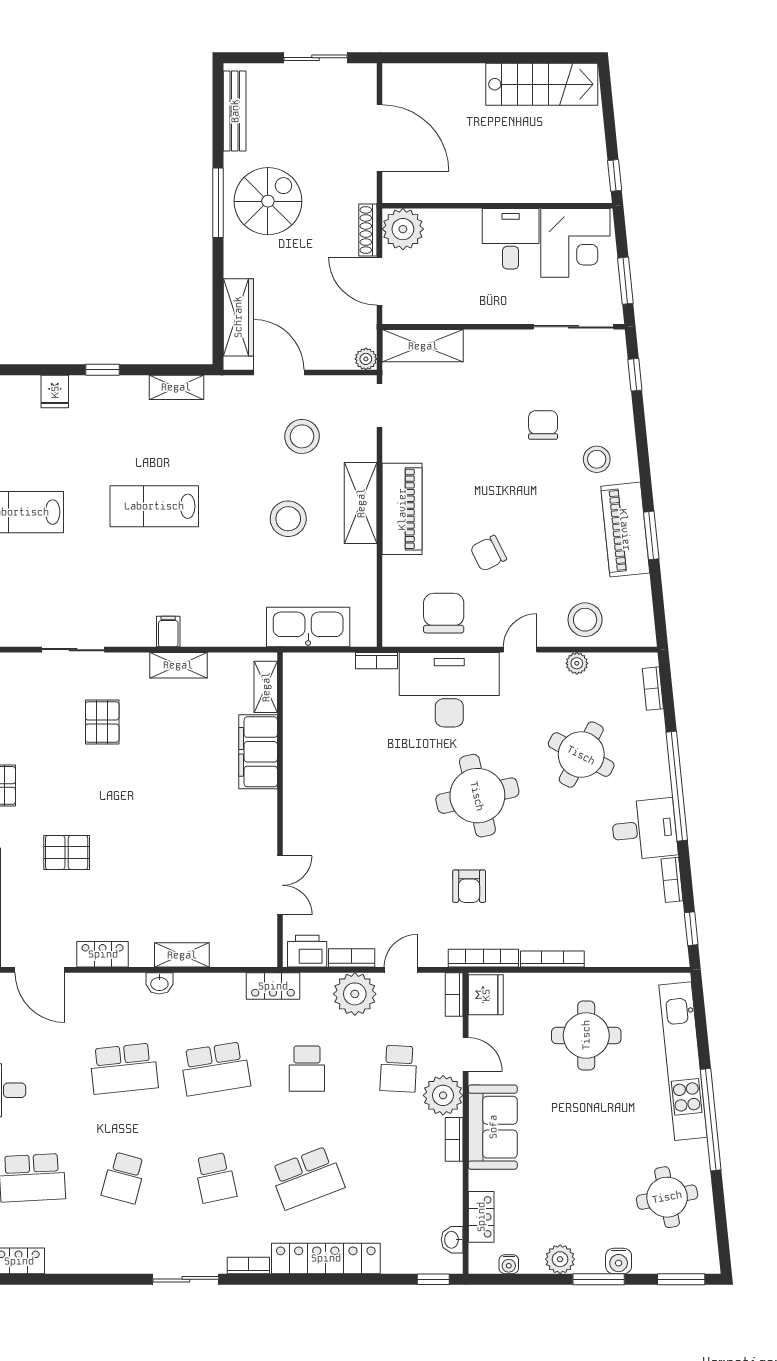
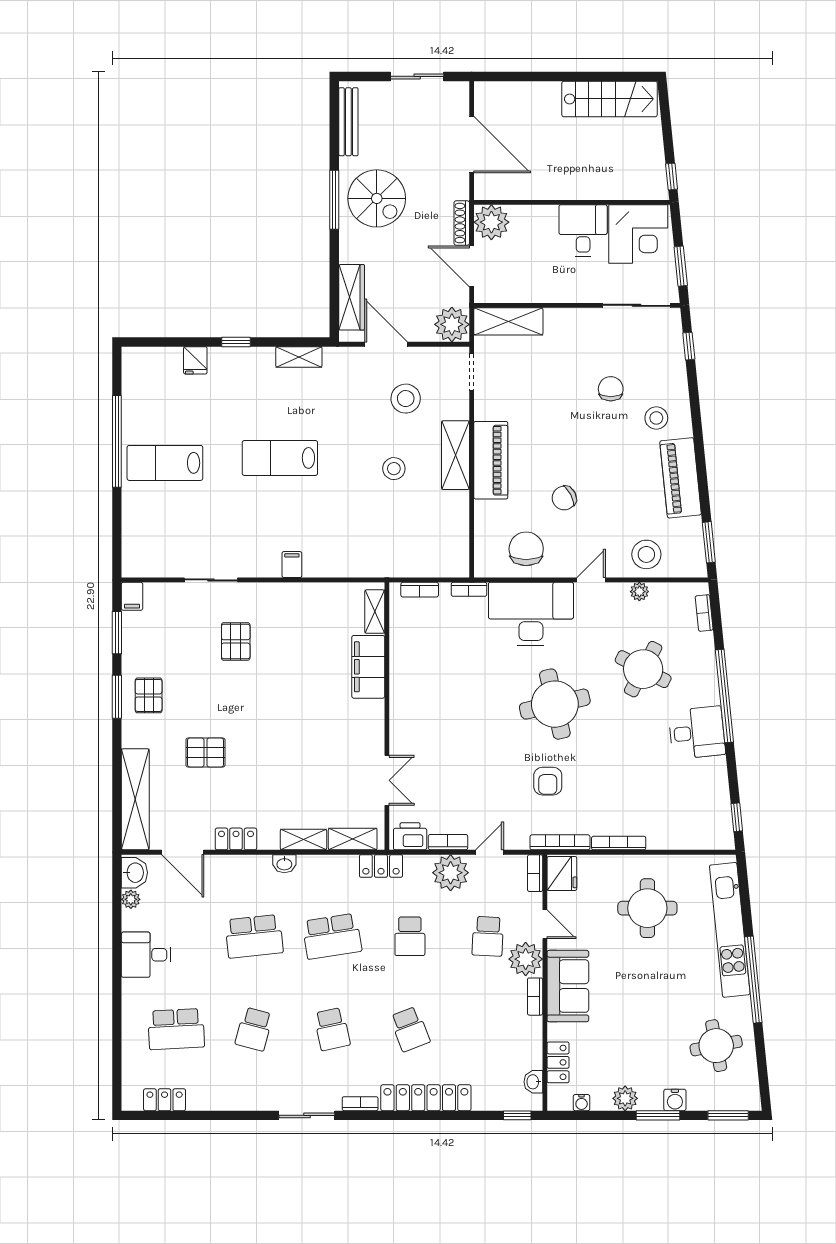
spiral stairs: (268, 201) -> (377, 198), turned 90
plant: (366, 359) -> (452, 324), width x1.87, depth x1.87
stool: (288, 519) -> (394, 469), width x0.73, depth x0.73
window: (651, 535) -> (709, 542), moved
kitchen sink: (308, 627) -> (411, 561), removed
shelving: (178, 665) -> (353, 839), moved
bookcase: (672, 880) -> (420, 590), moved, turned -84
school desk: (307, 1178) -> (410, 1029), width x0.54

